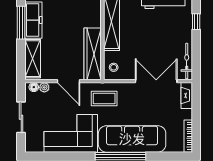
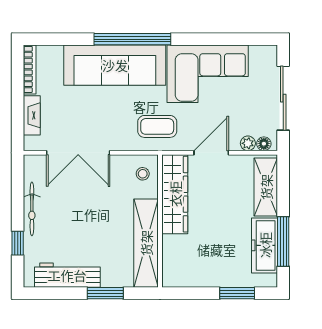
bicycle: (187, 61) -> (32, 209), moved
door: (68, 81) -> (211, 153), hinge flipped
fireplace: (187, 96) -> (32, 115), moved
sliding door: (21, 117) -> (283, 98), width x1.37

